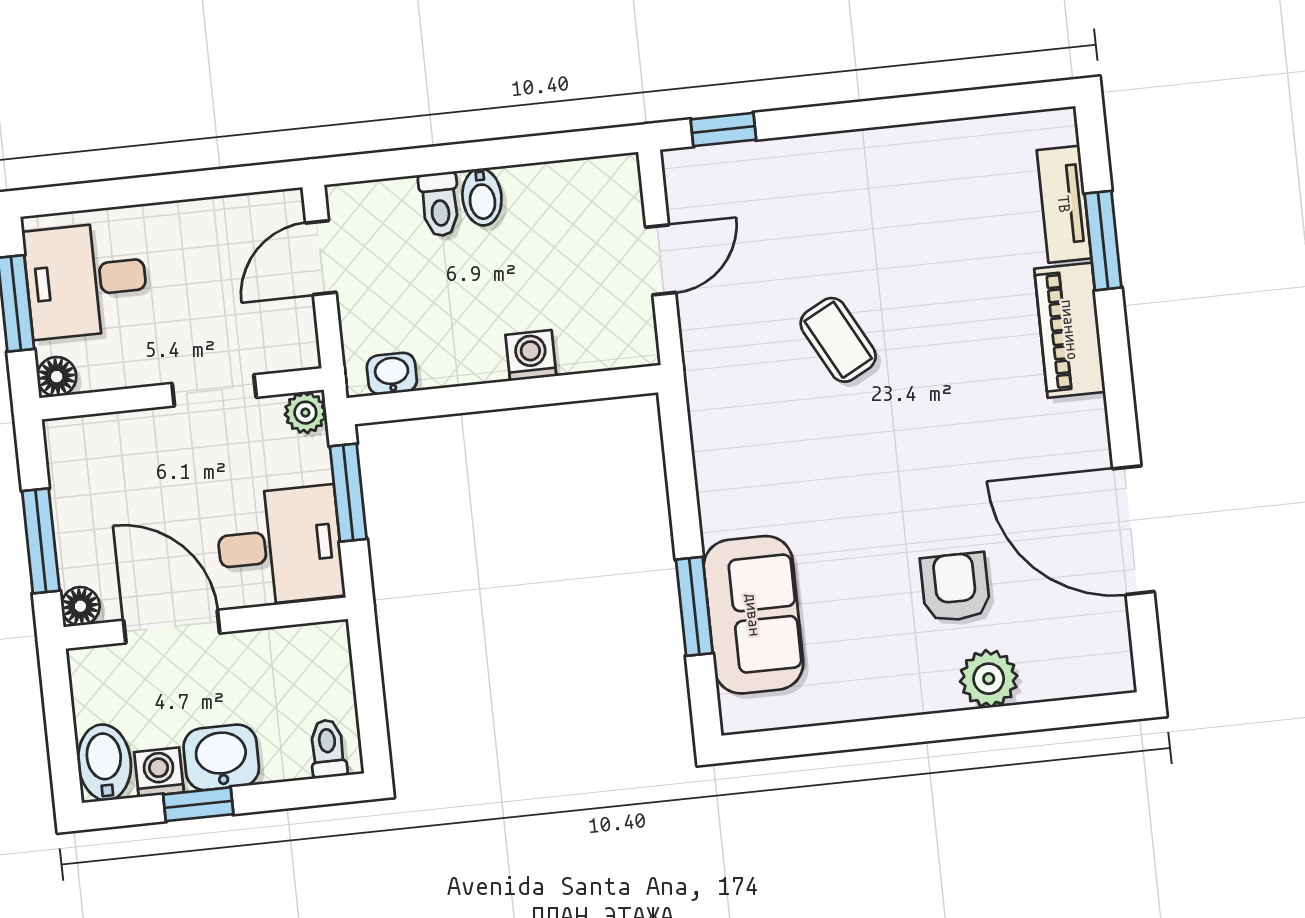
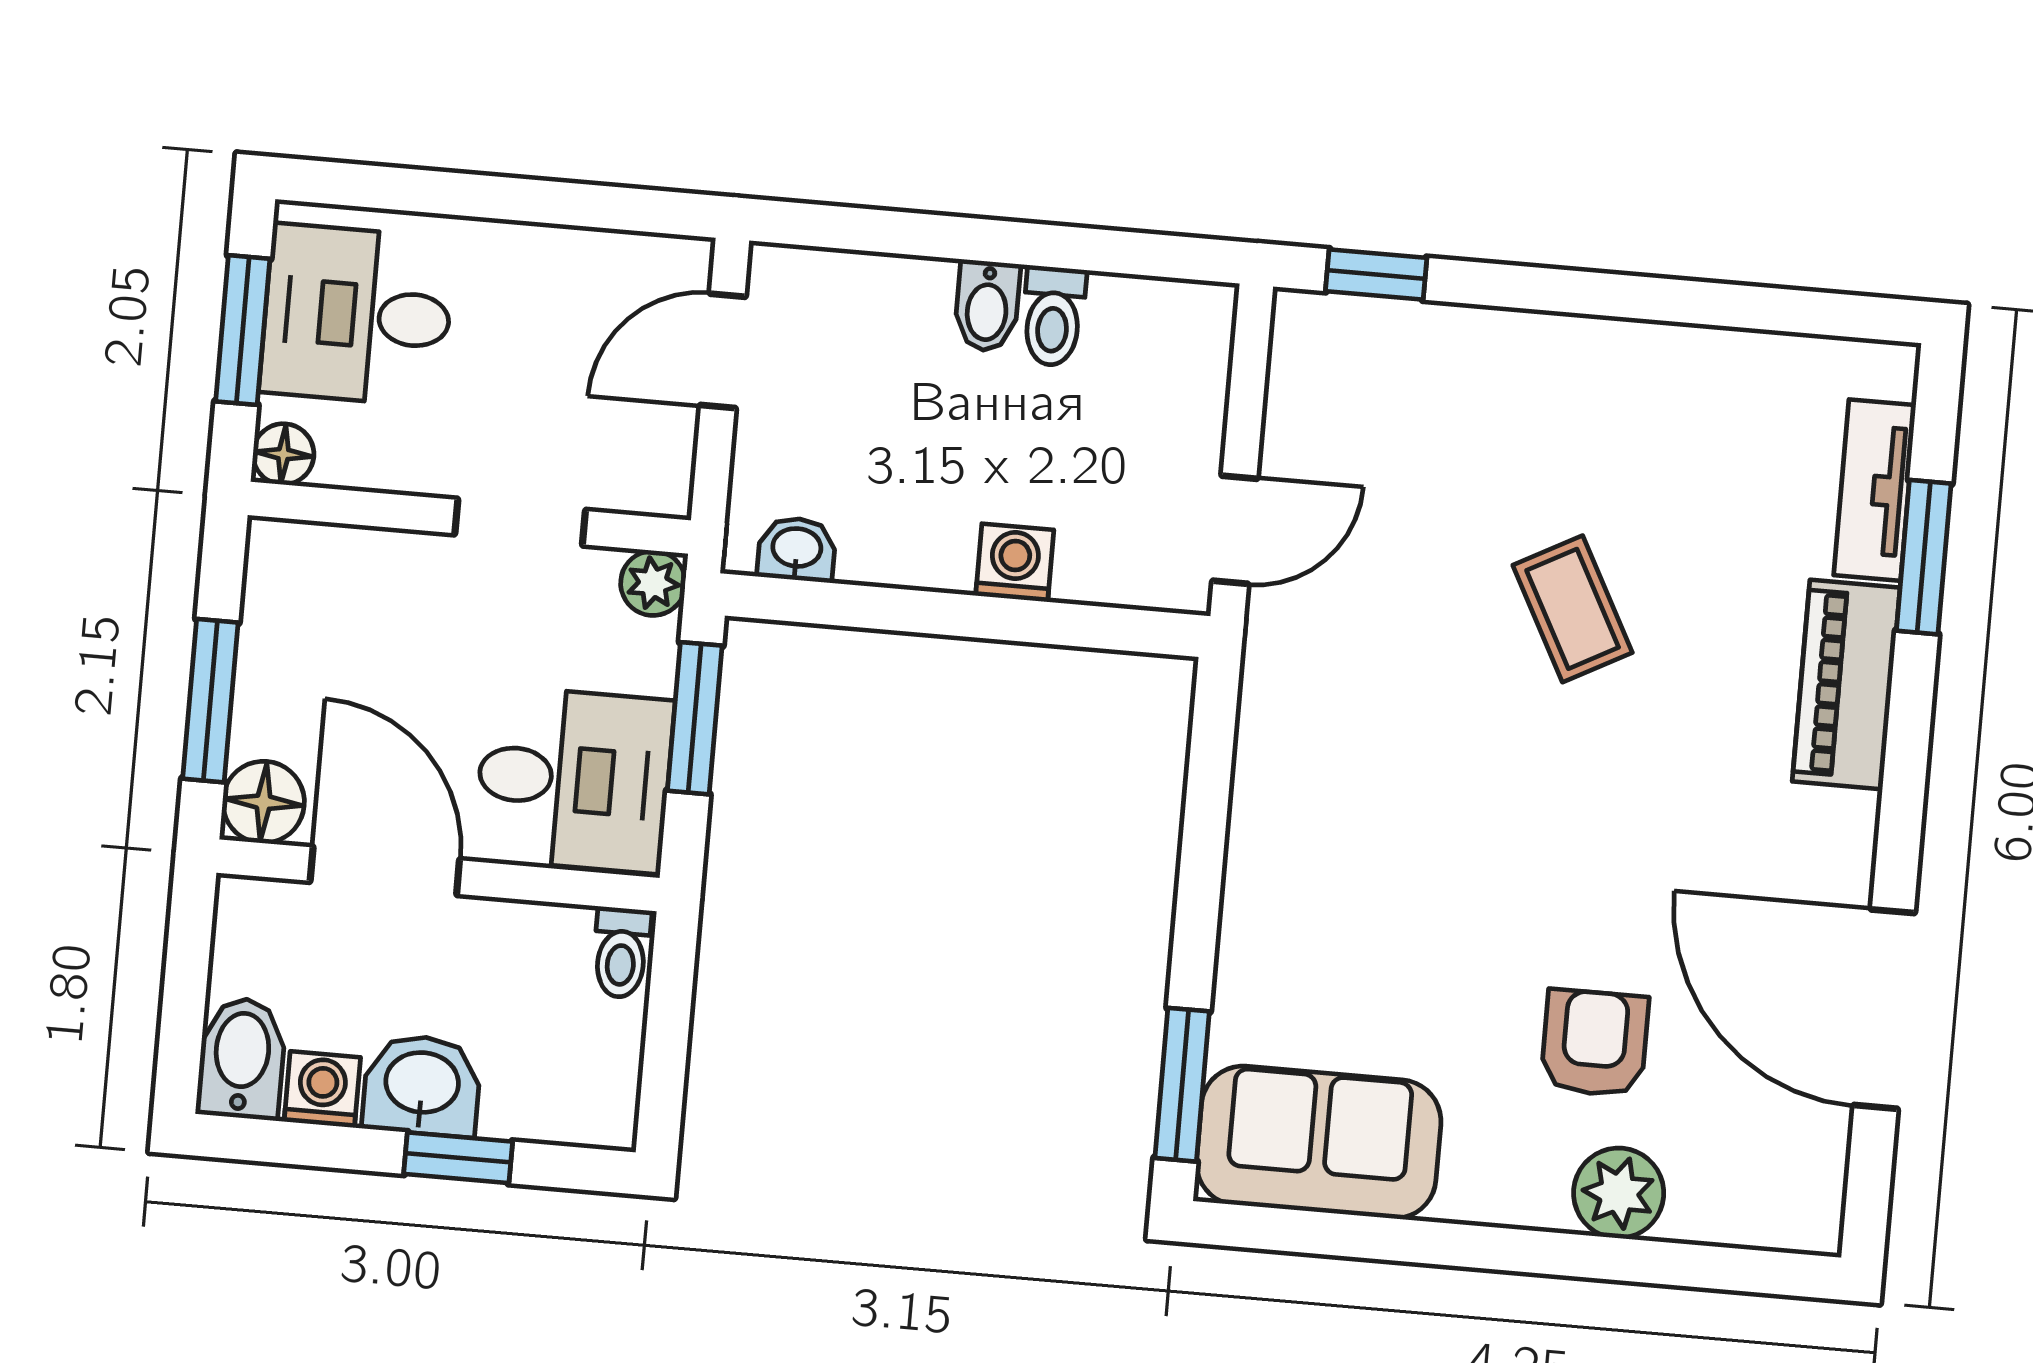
toilet: (440, 204) -> (1053, 316), moved
door: (661, 260) -> (1235, 530), moved
coffee table: (838, 340) -> (1573, 609), moved
floor lamp: (80, 606) -> (263, 802), width x1.37, depth x1.37
window: (694, 606) -> (1182, 1085), moved
sofa: (753, 615) -> (1319, 1142), moved, turned -90
toilet: (328, 749) -> (621, 953), moved, turned 180
window: (198, 804) -> (458, 1158), moved

